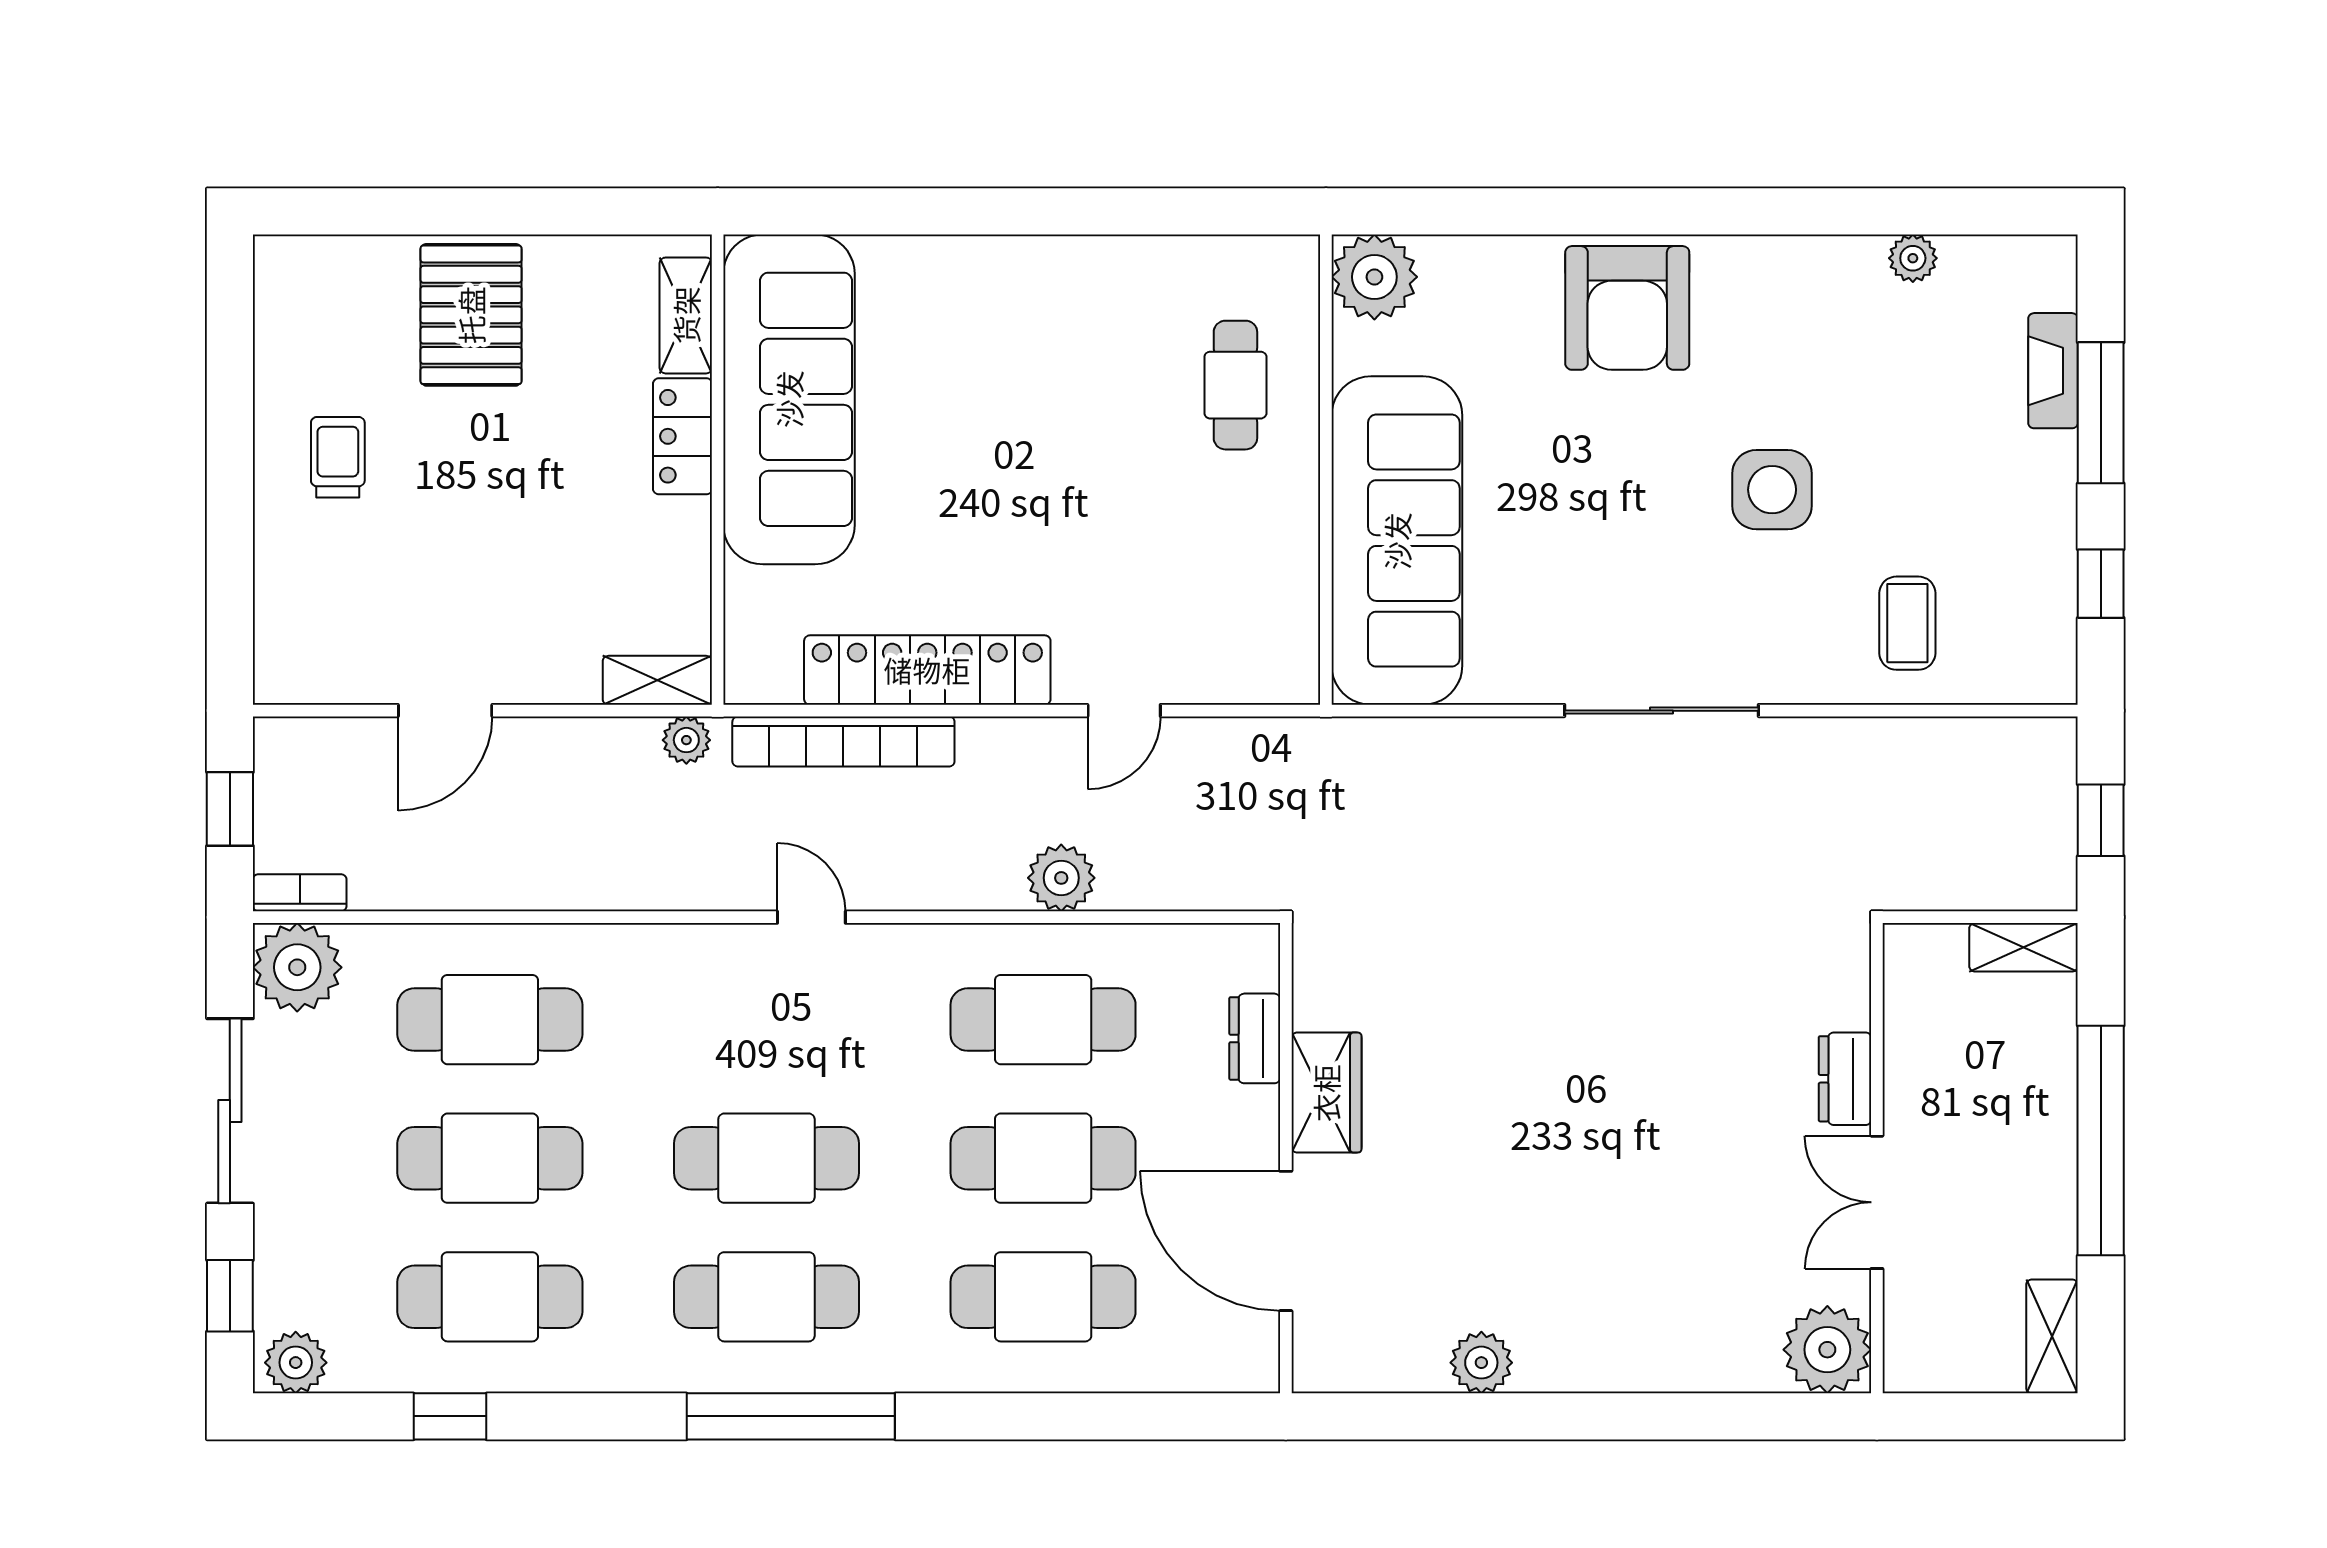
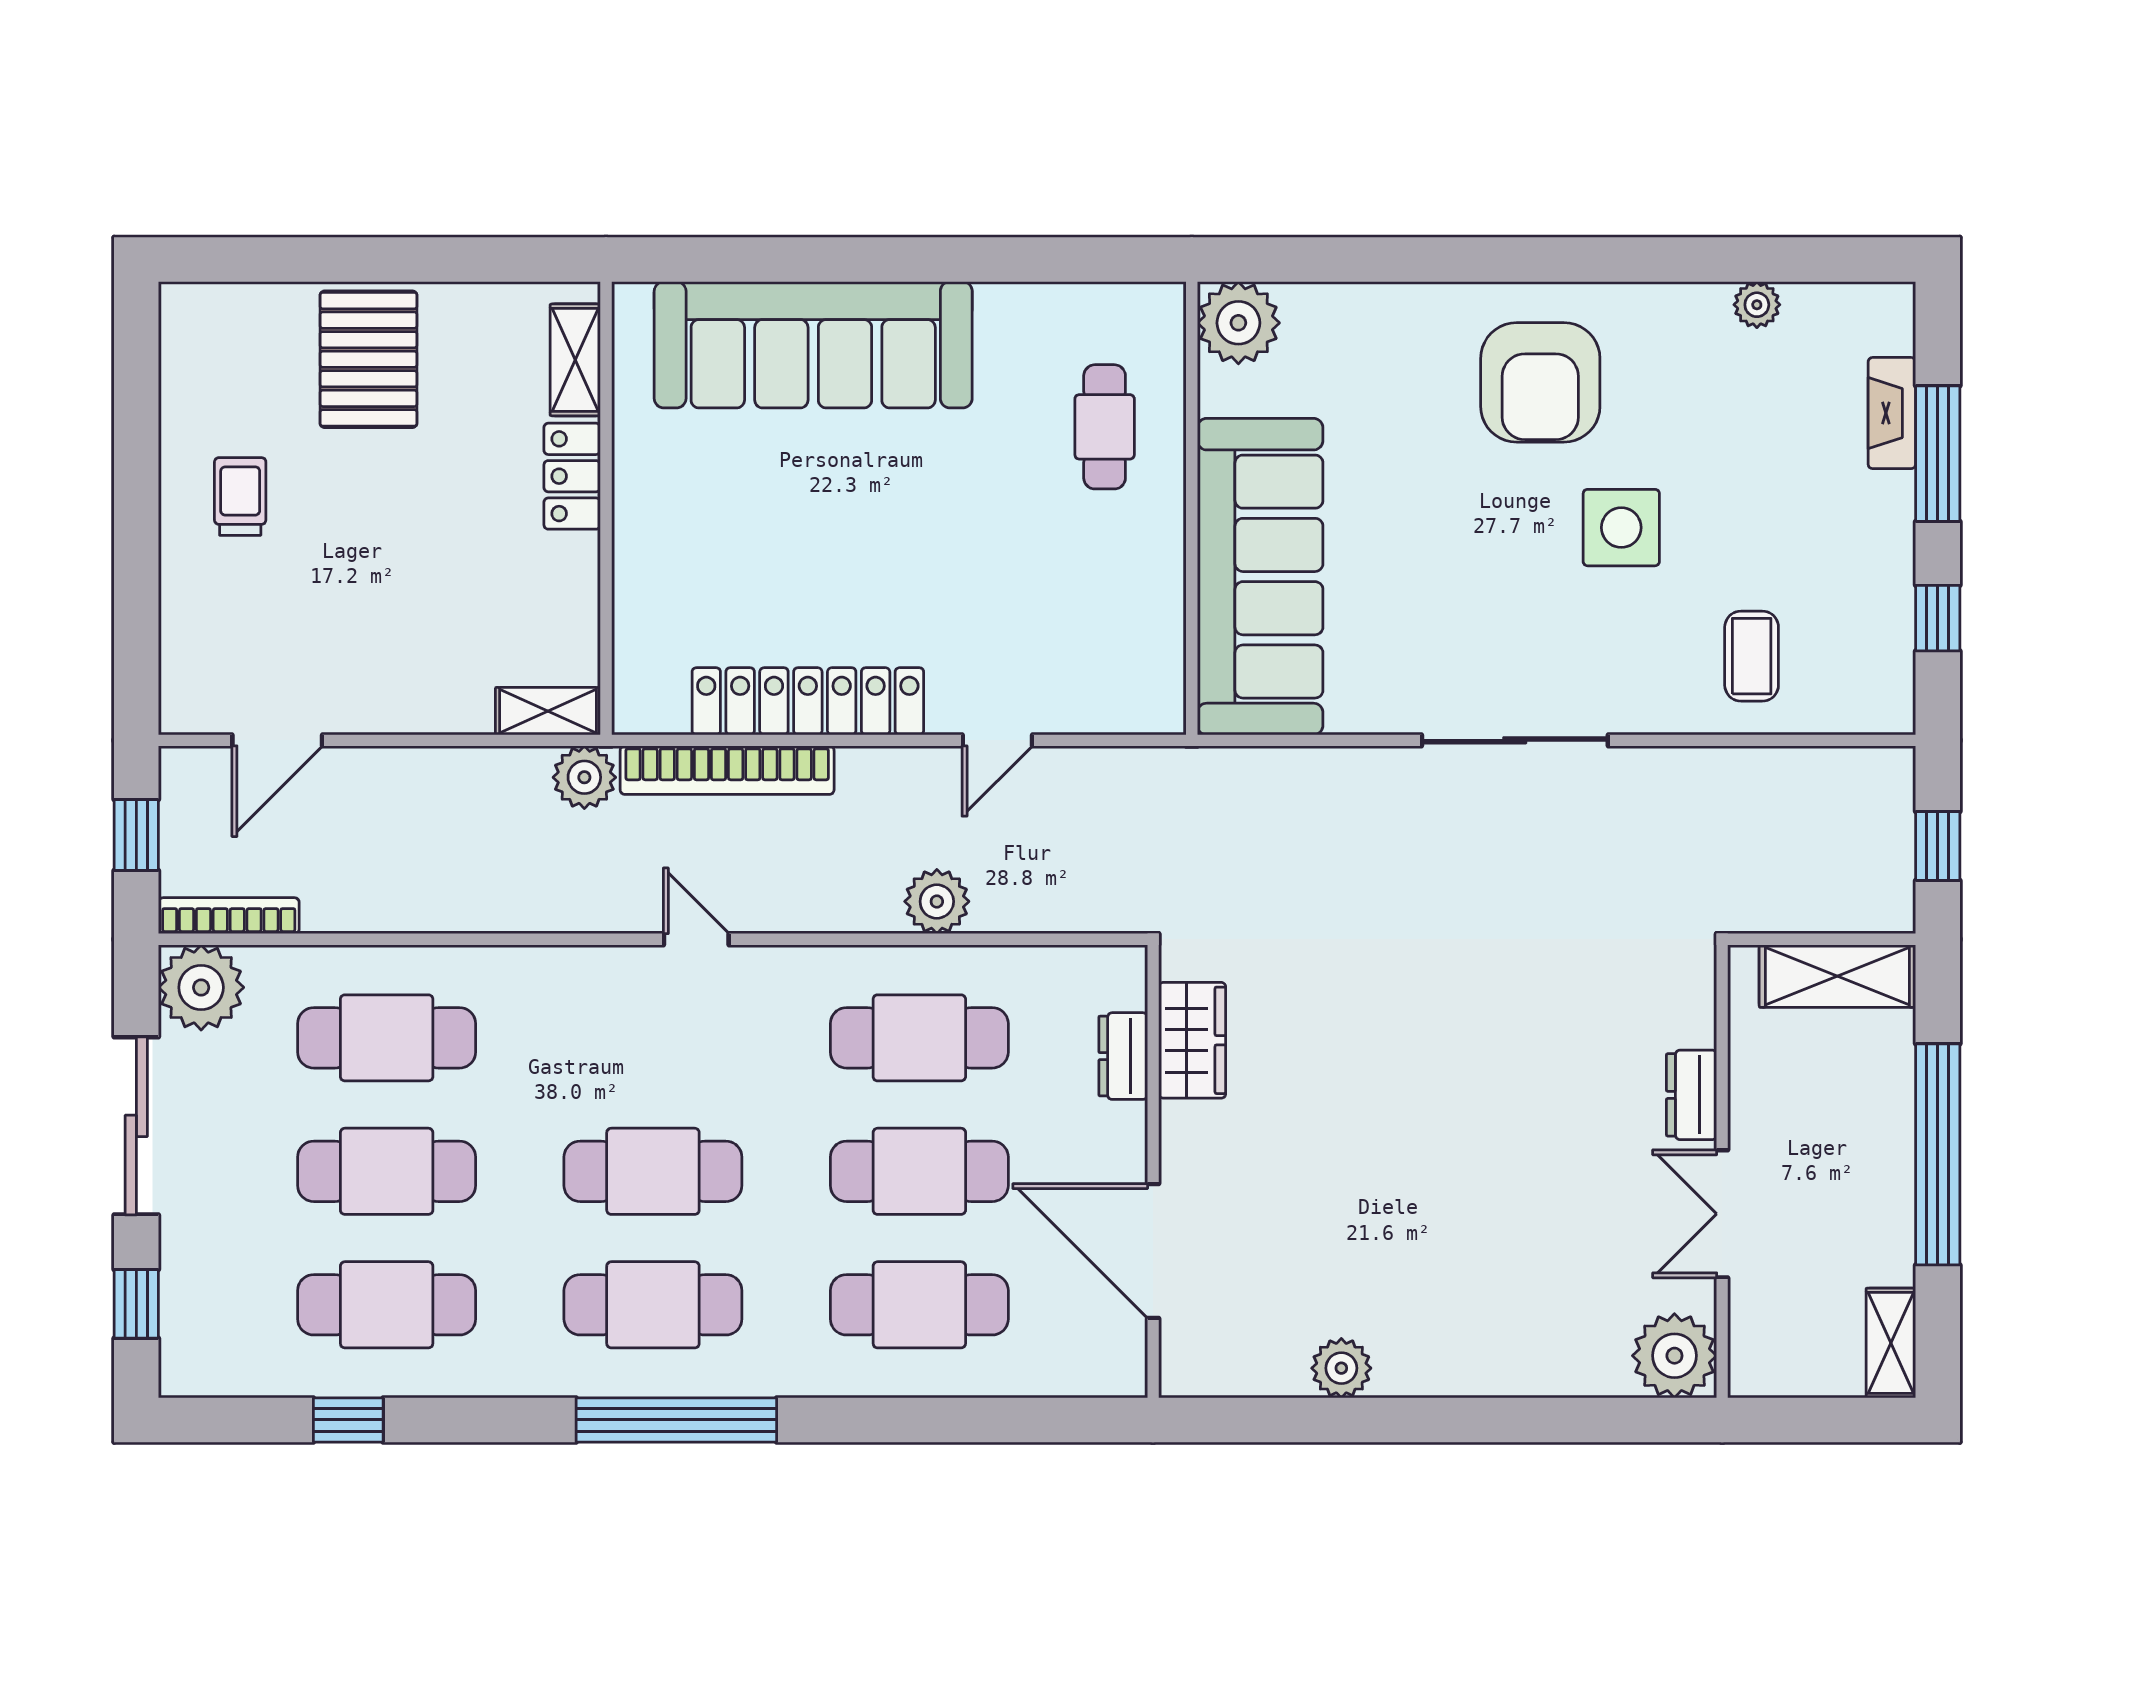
armchair: (1627, 308) -> (1540, 382), moved
sofa: (789, 399) -> (813, 345), moved, turned 90
door: (445, 711) -> (277, 740), moved
plant: (686, 740) -> (584, 777), width x1.38, depth x1.38
bookcase: (300, 893) -> (229, 916), width x1.56
shelving: (2024, 947) -> (1837, 976), width x1.50, depth x1.33
wardrobe: (1326, 1093) -> (1192, 1040), moved
plant: (296, 1363) -> (200, 1368), removed

